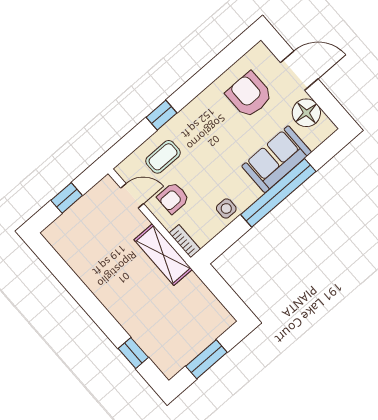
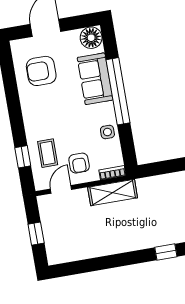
floor lamp: (306, 113) -> (91, 38), moved
window: (162, 115) -> (23, 157), moved

